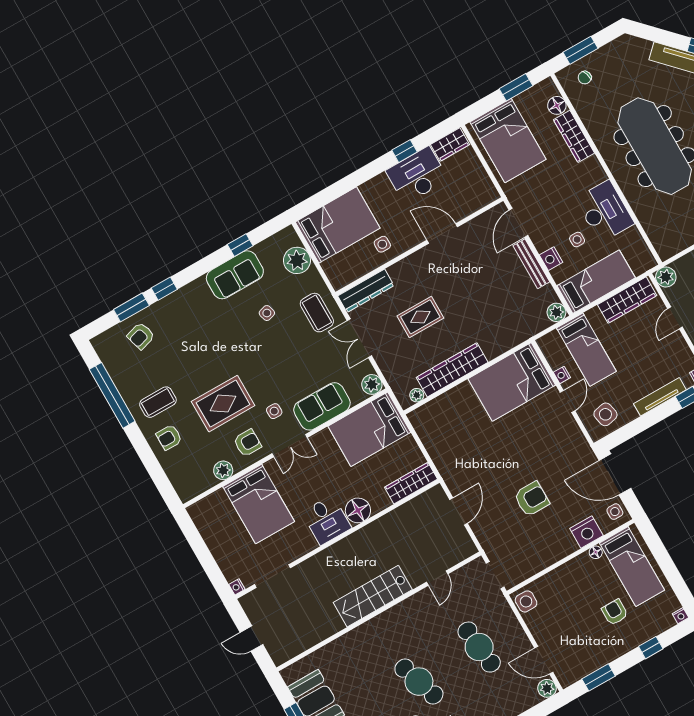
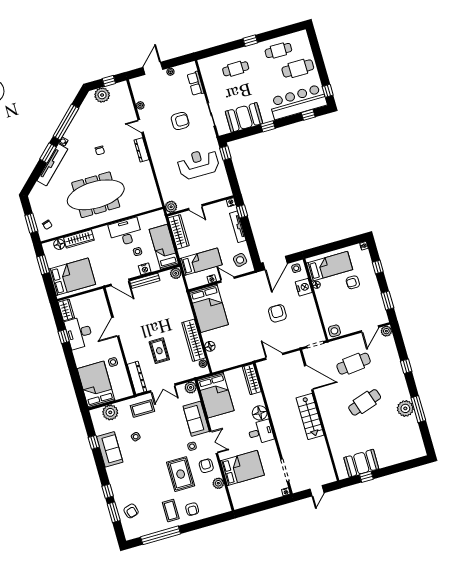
floor lamp: (449, 400) -> (210, 346), added
door: (437, 578) -> (309, 378), width x1.88

